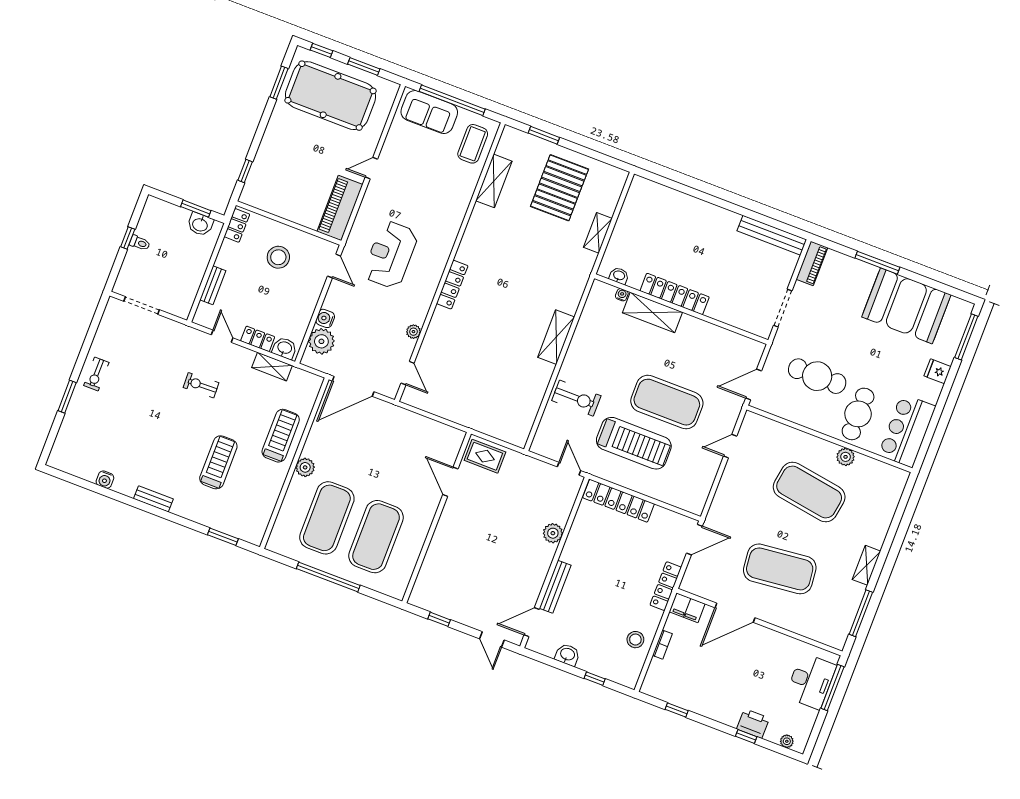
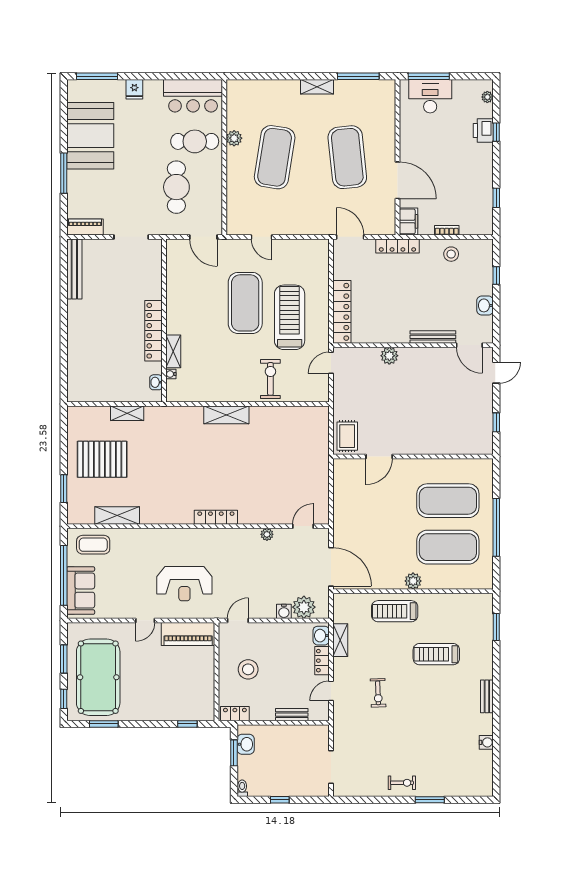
door: (371, 168) -> (145, 621), hinge flipped
toilet: (140, 243) -> (242, 788), moved
reception desk: (391, 255) -> (184, 584), moved
shelving: (652, 312) -> (173, 351), width x0.67, depth x0.75

